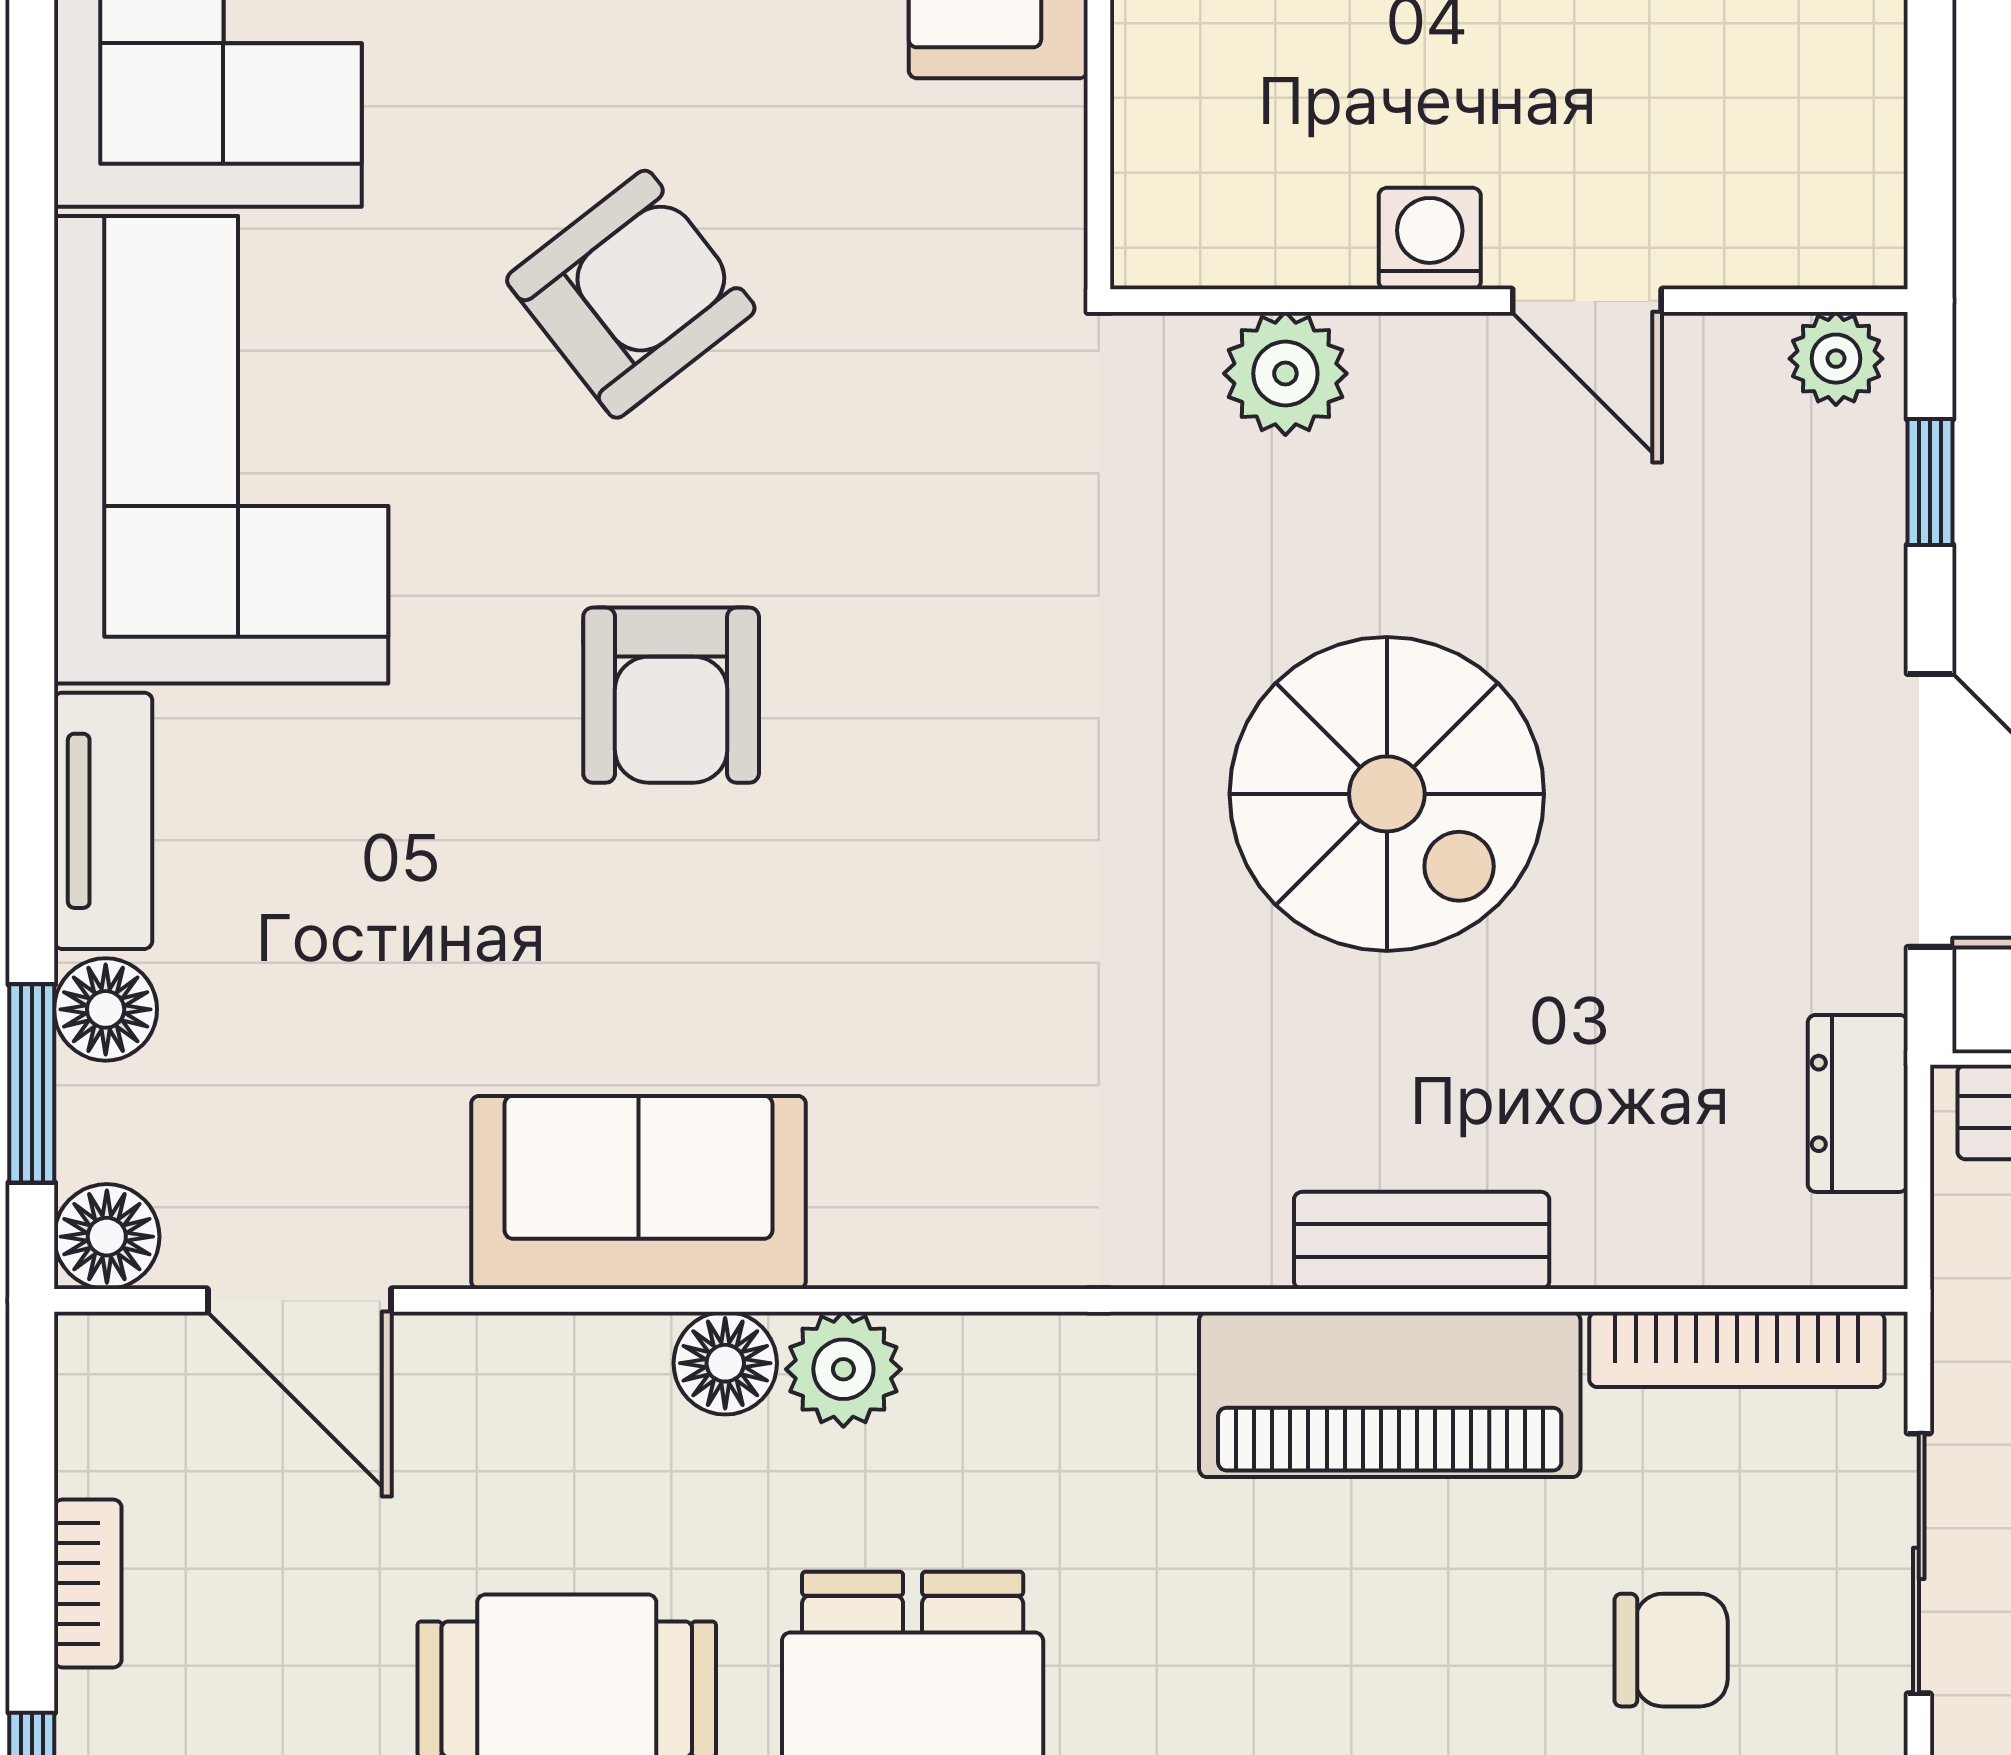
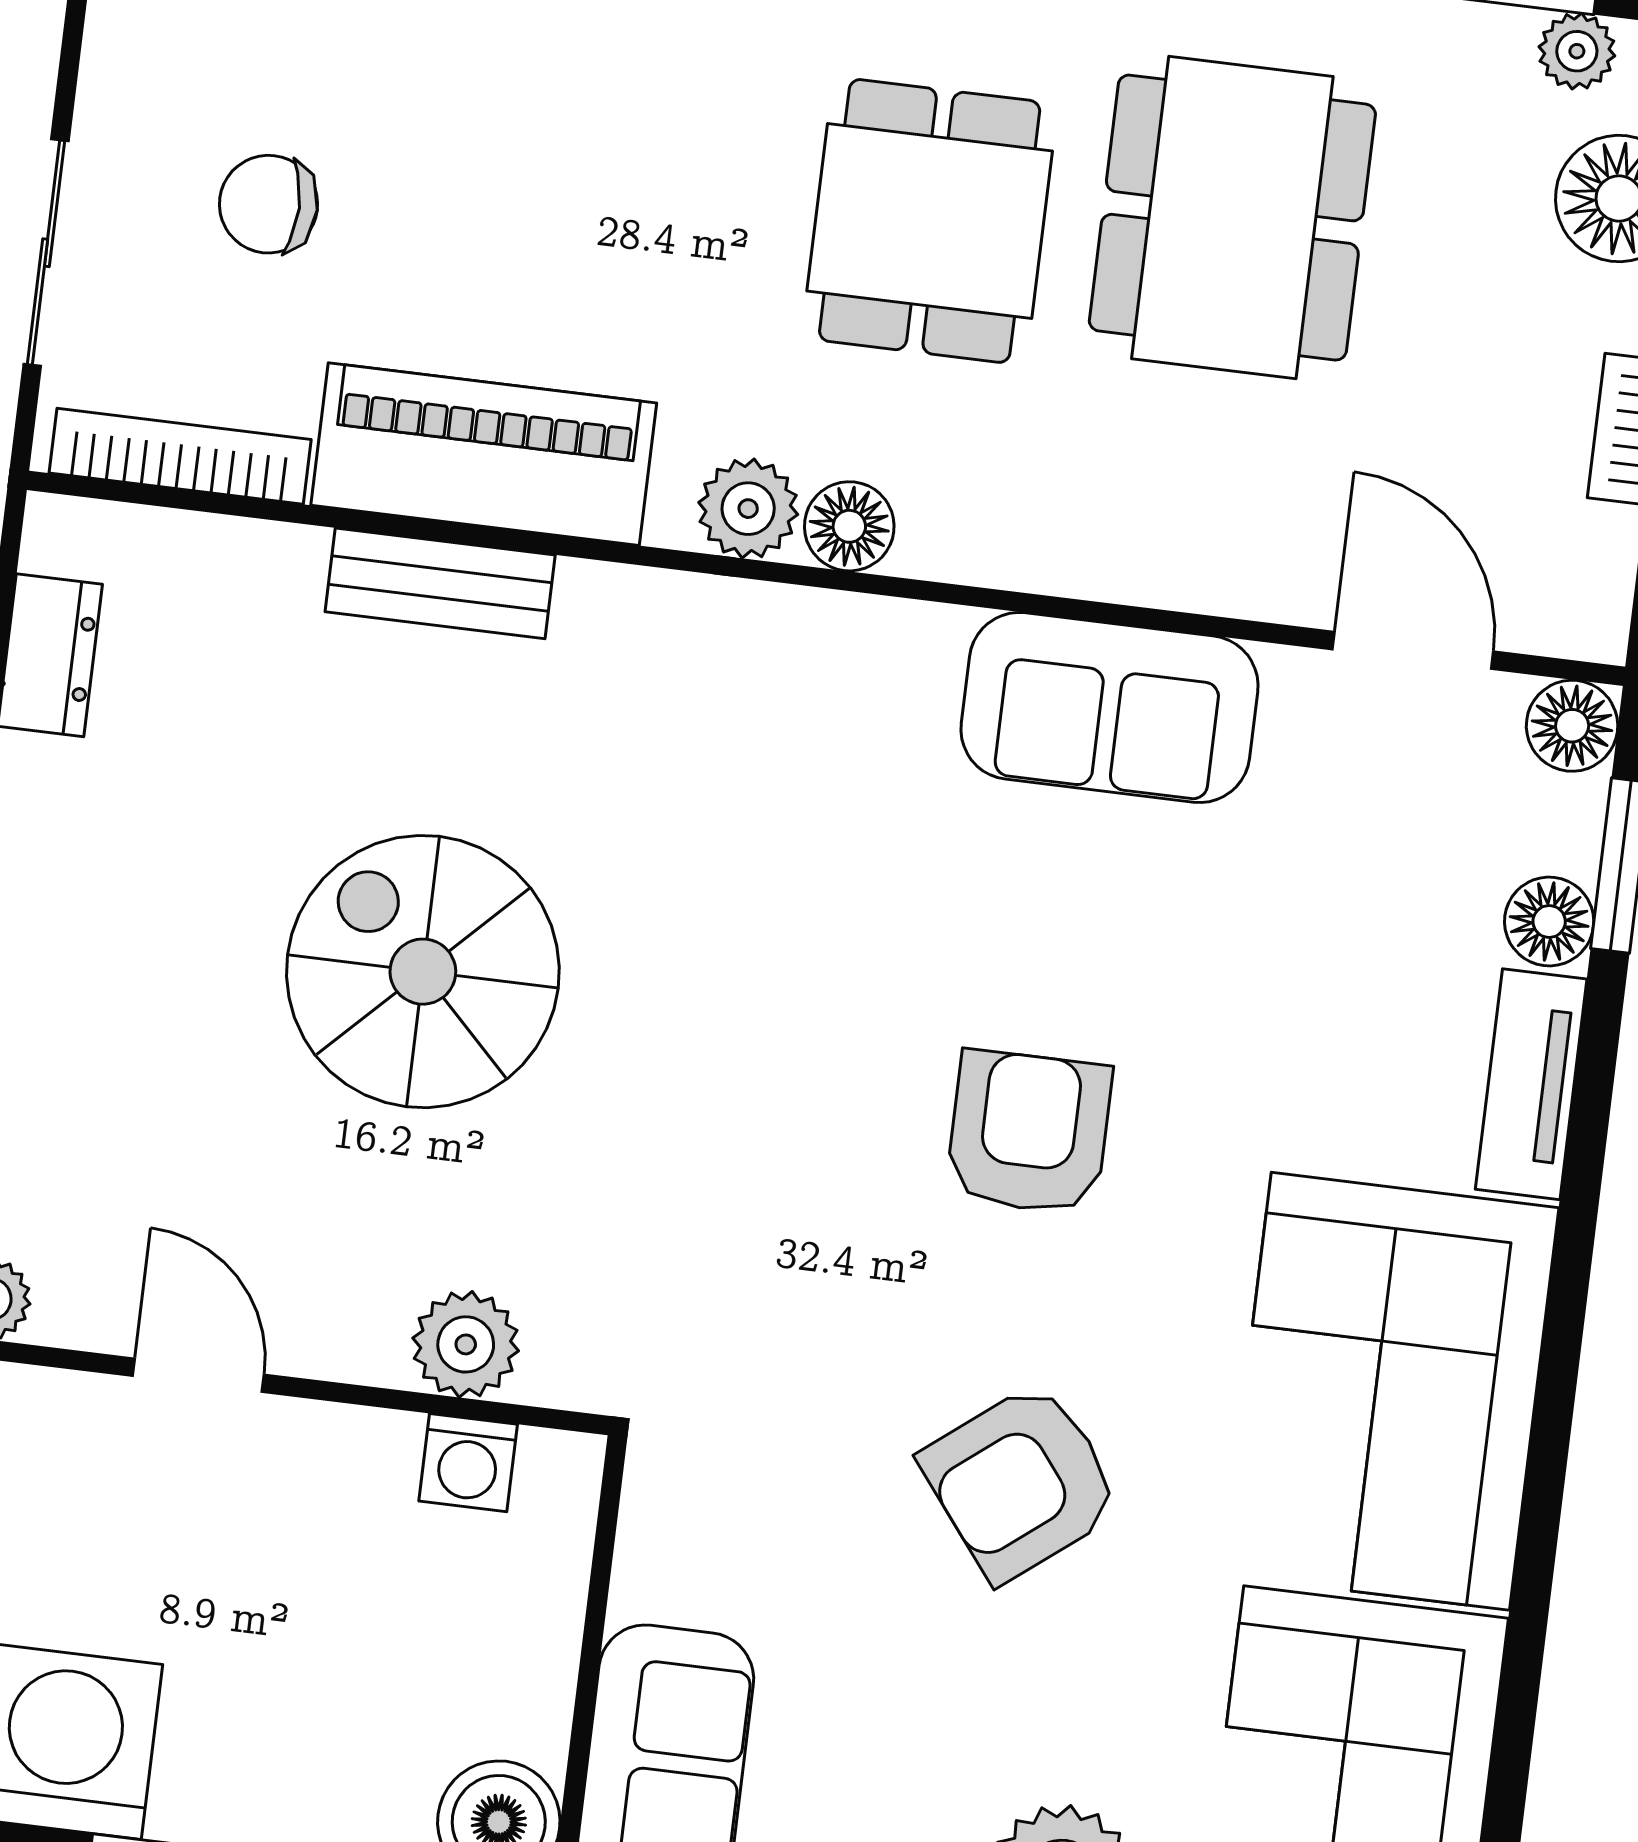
washing machine: (1430, 239) -> (468, 1463), moved
floor lamp: (725, 1363) -> (849, 526), moved
plant: (843, 1369) -> (748, 509), moved

